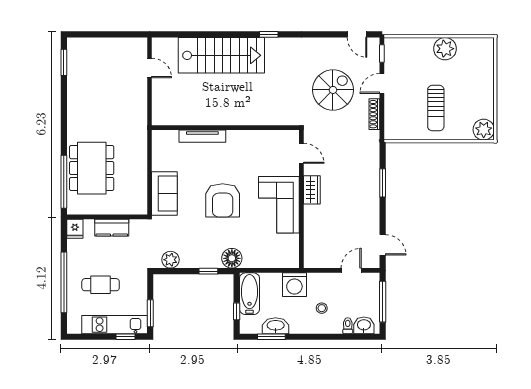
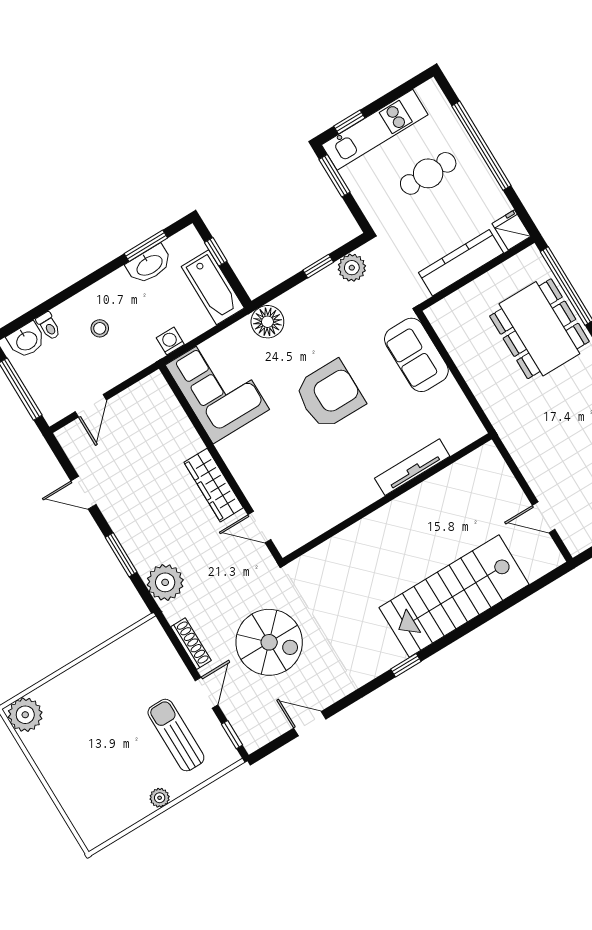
door: (357, 34) -> (310, 724), moved
plant: (445, 49) -> (160, 798), width x0.53, depth x0.53
spiral stairs: (333, 90) -> (269, 642), turned -90
sun lounger: (436, 108) -> (176, 735), moved
plant: (368, 154) -> (165, 582), added
wardrobe: (312, 190) -> (214, 485), width x1.50
armchair: (223, 200) -> (329, 395), turned 90
corner sofa: (279, 205) -> (217, 387), moved
kitchen counter: (112, 228) -> (461, 263), width x1.50
door: (383, 245) -> (83, 493), moved
window: (208, 271) -> (318, 266), moved
washing machine: (294, 285) -> (170, 341), width x0.53, depth x0.53

